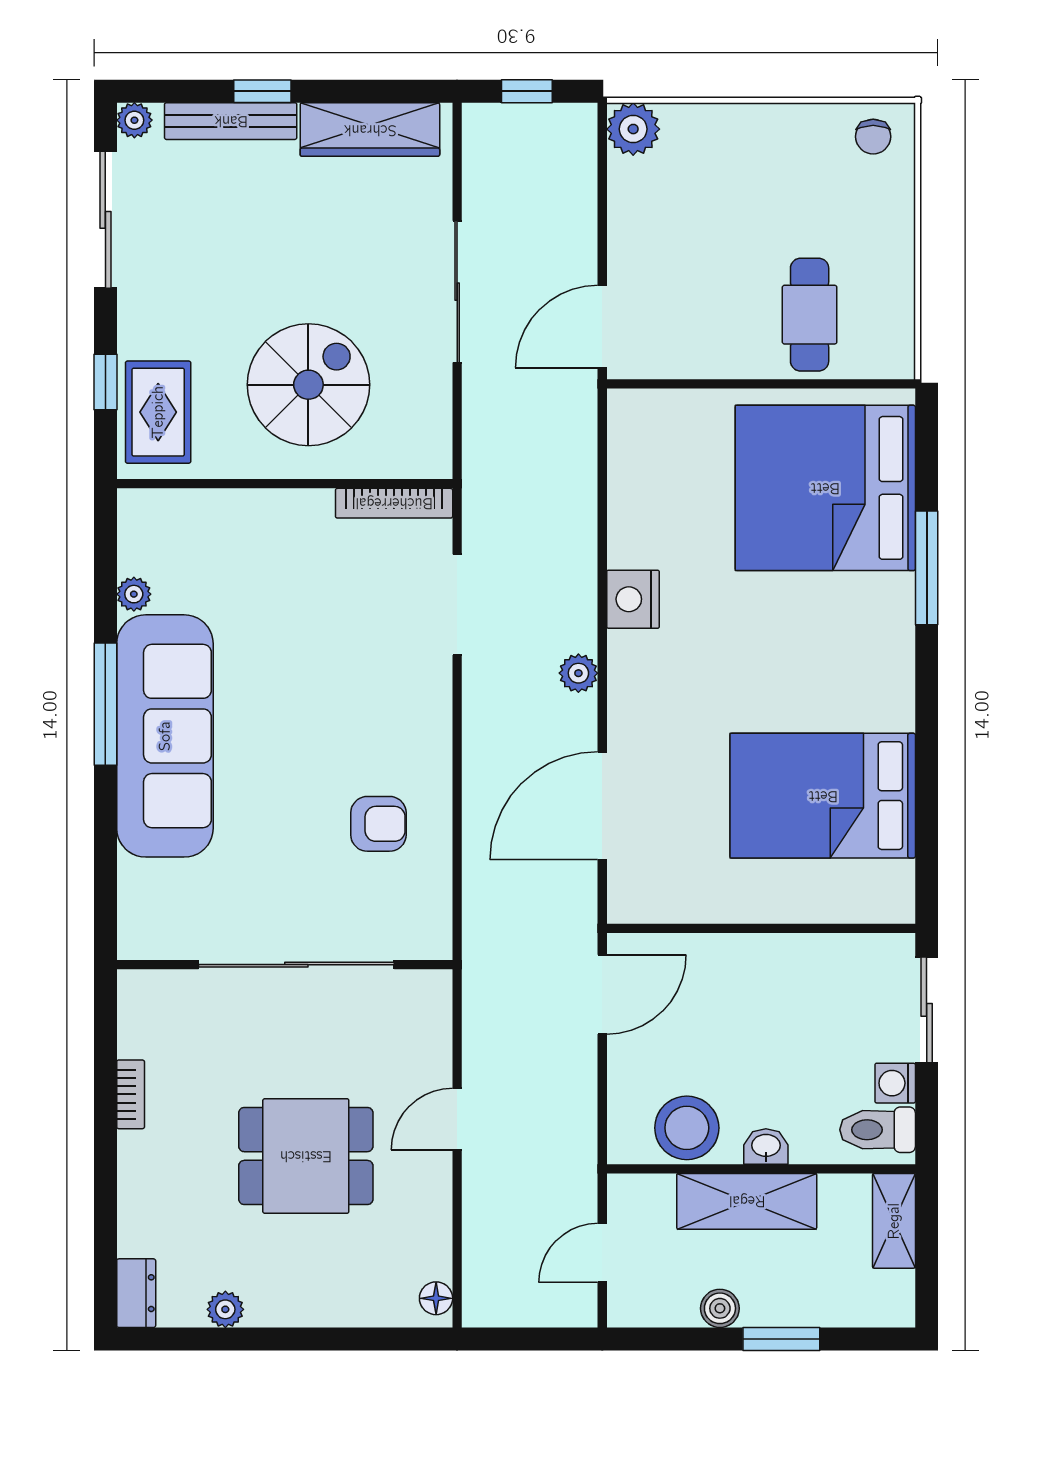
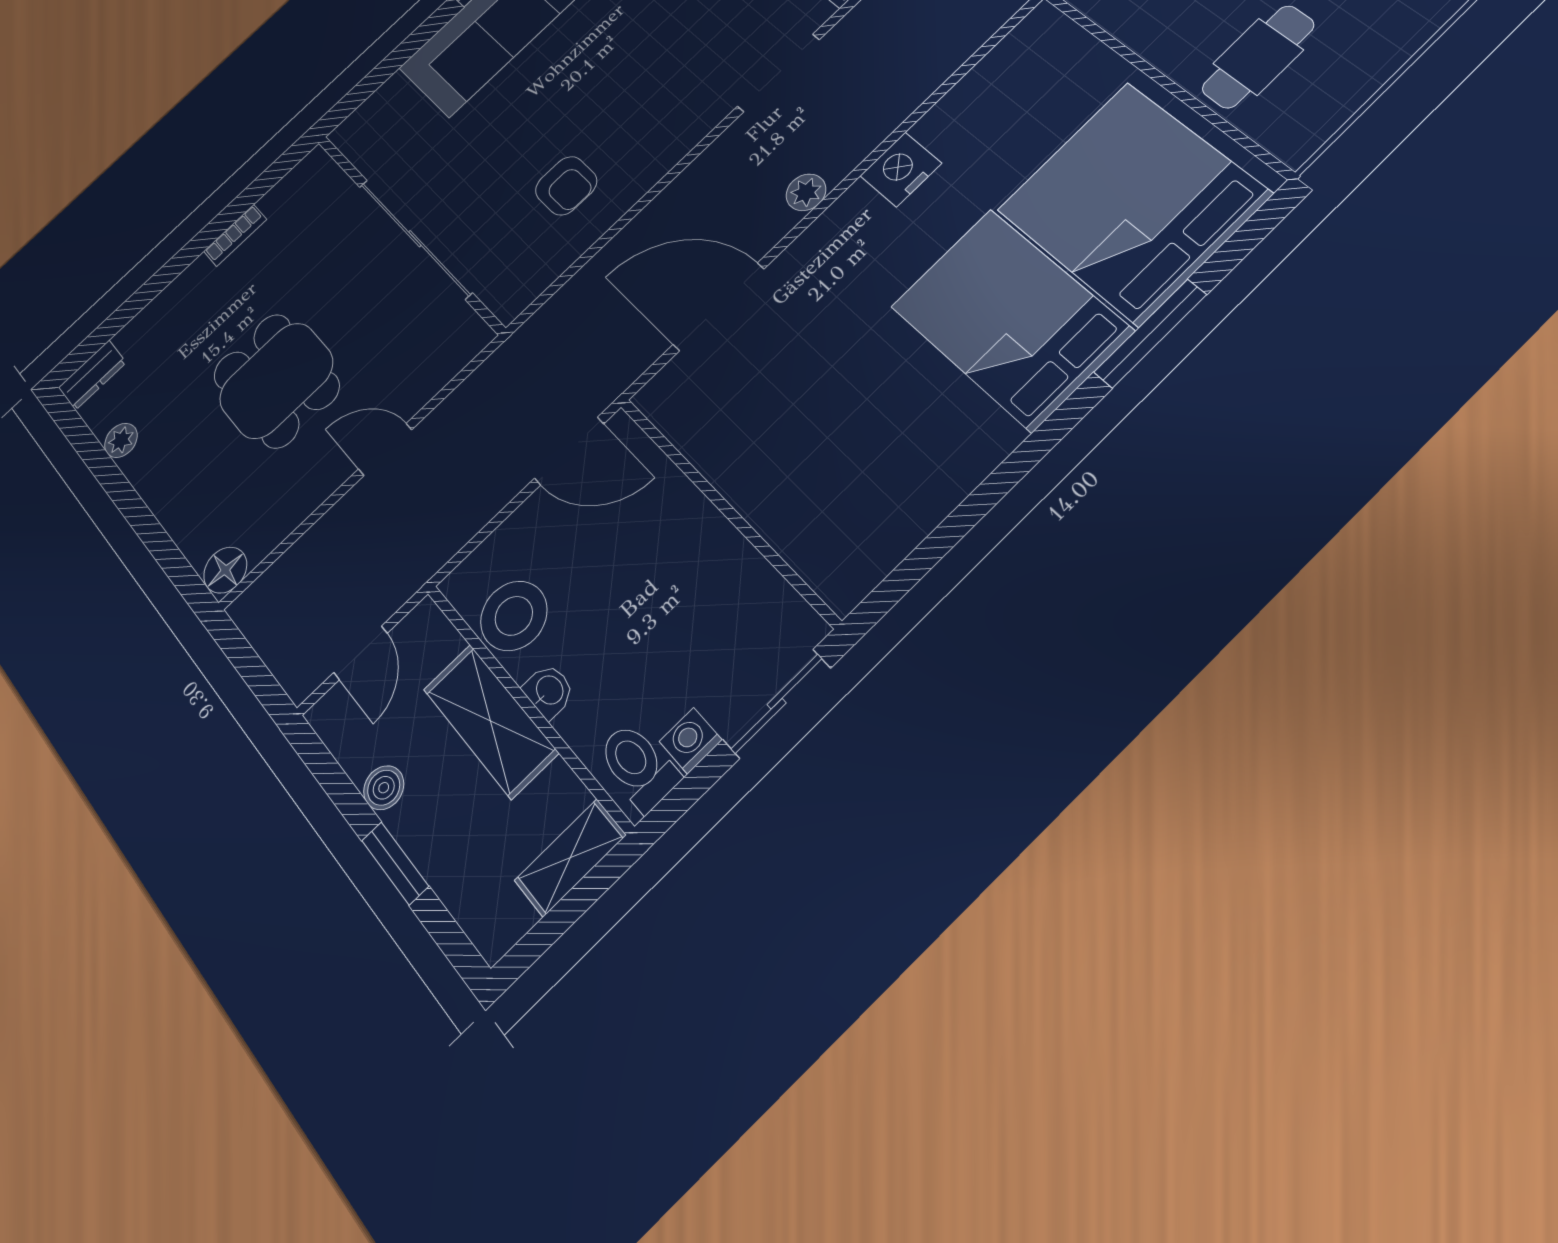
bed: (823, 796) -> (1011, 319), moved
door: (602, 1253) -> (360, 653), swing flipped
floor lamp: (436, 1298) -> (225, 570), width x1.37, depth x1.37

